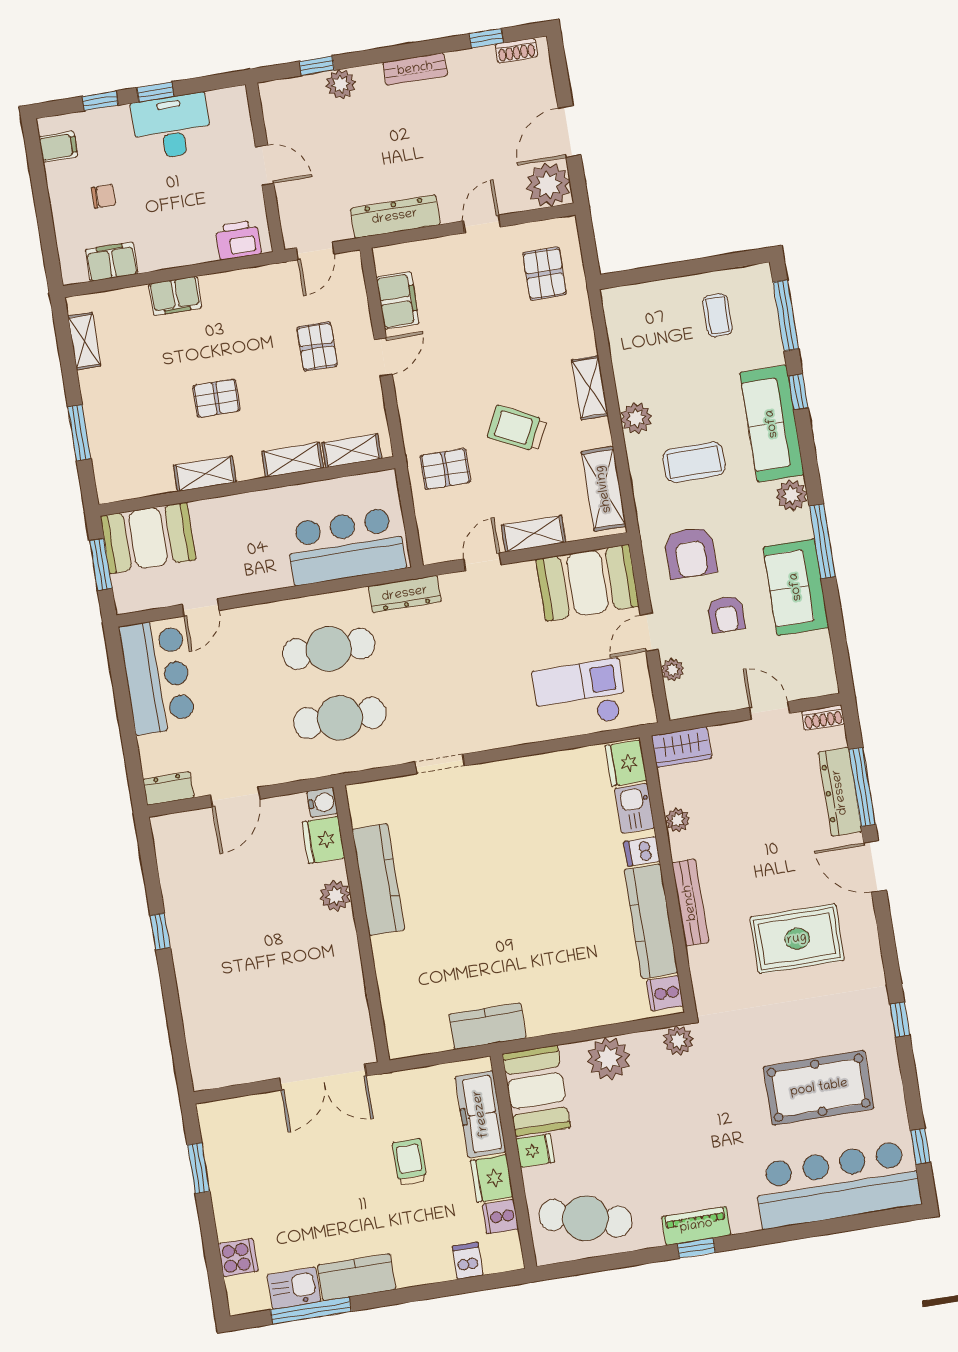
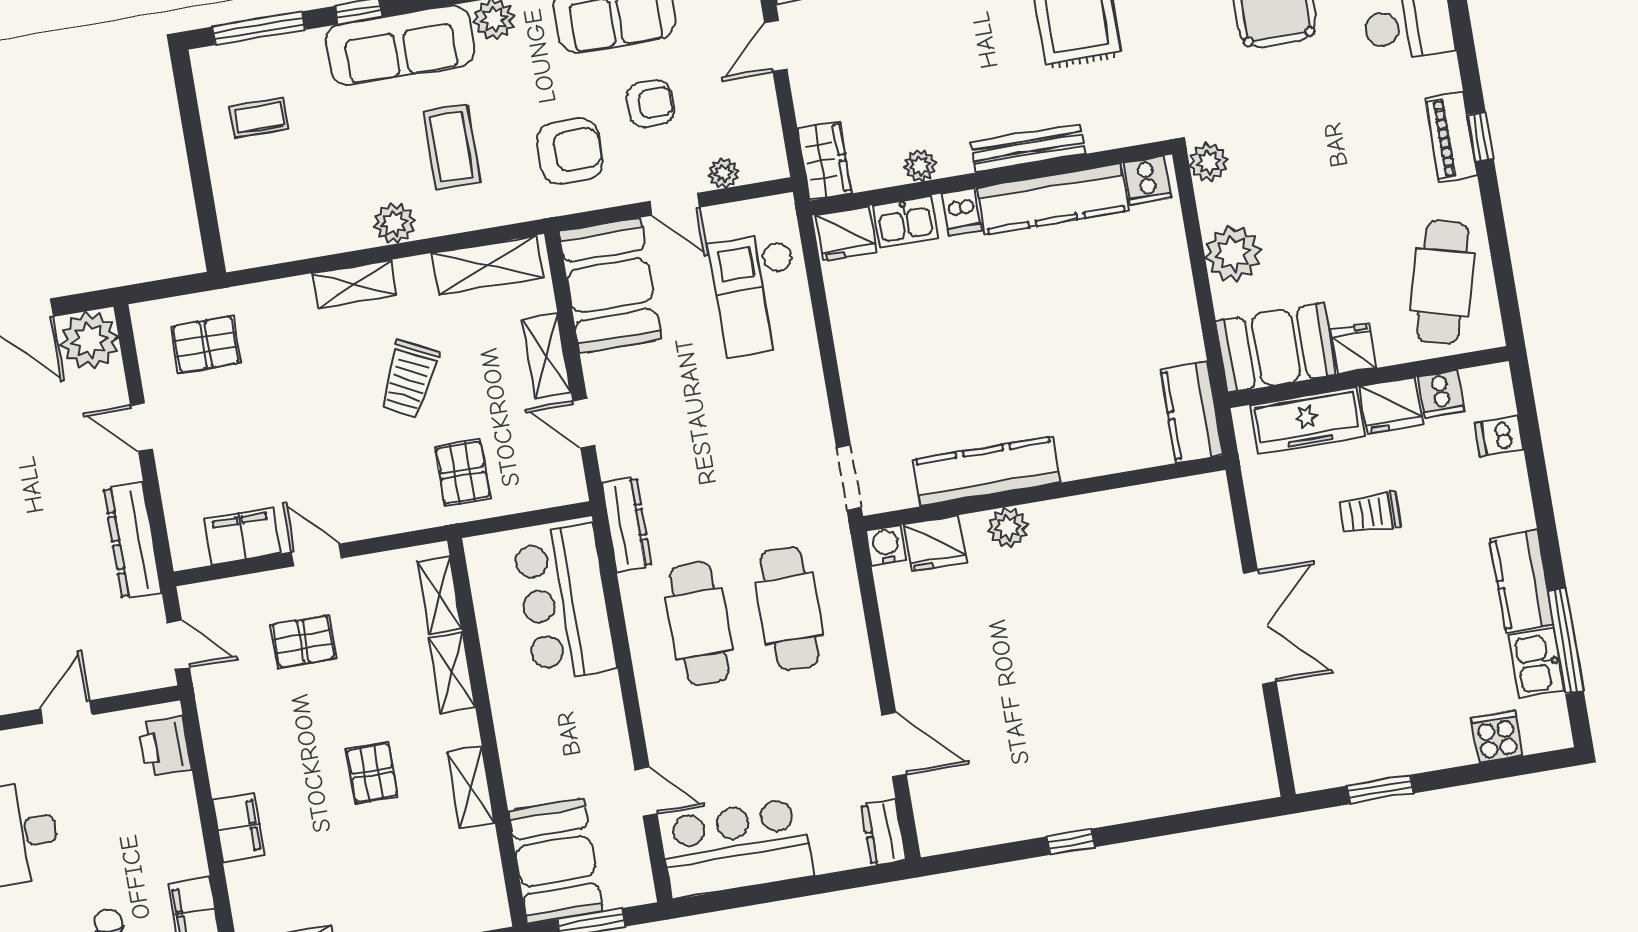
water cooler: (322, 802) -> (886, 545), moved
fridge: (323, 840) -> (935, 544), moved
kitchen counter: (378, 880) -> (986, 471), moved
plant: (335, 896) -> (1008, 527), moved
wall: (361, 924) -> (1044, 493), moved

